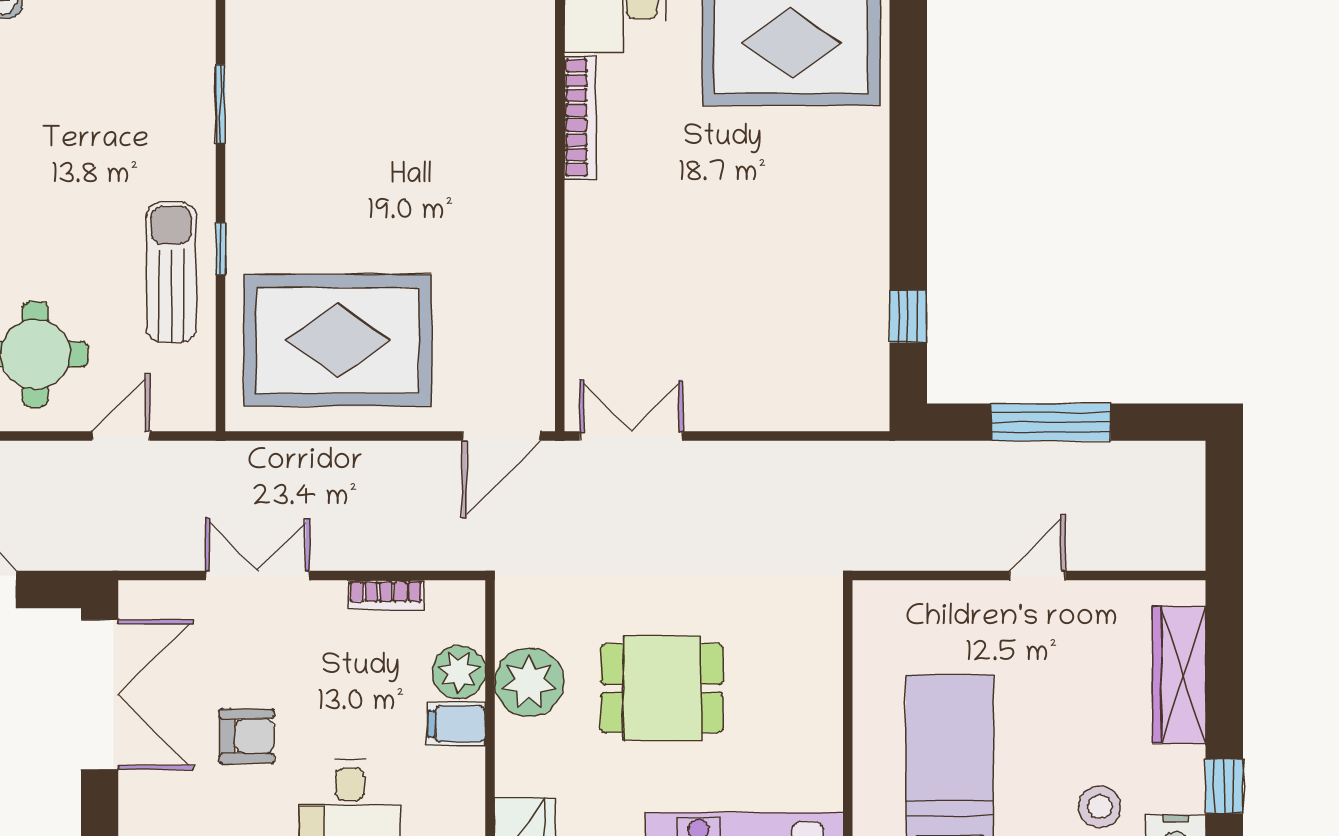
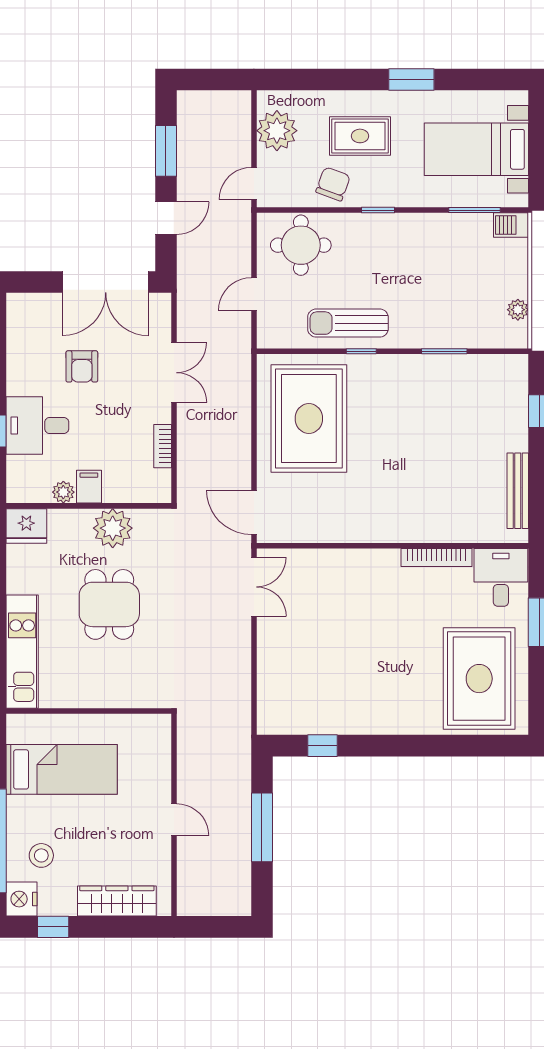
sun lounger: (171, 272) -> (348, 323), turned 180
door: (121, 436) -> (254, 294), swing flipped
plant: (459, 672) -> (63, 492), moved, width x0.73, depth x0.73

